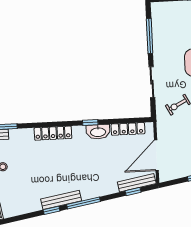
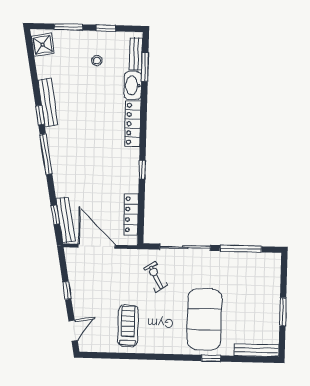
sliding door: (152, 82) -> (185, 247), width x1.37
washbasin: (98, 132) -> (133, 85), moved
bench: (61, 200) -> (48, 102), moved

